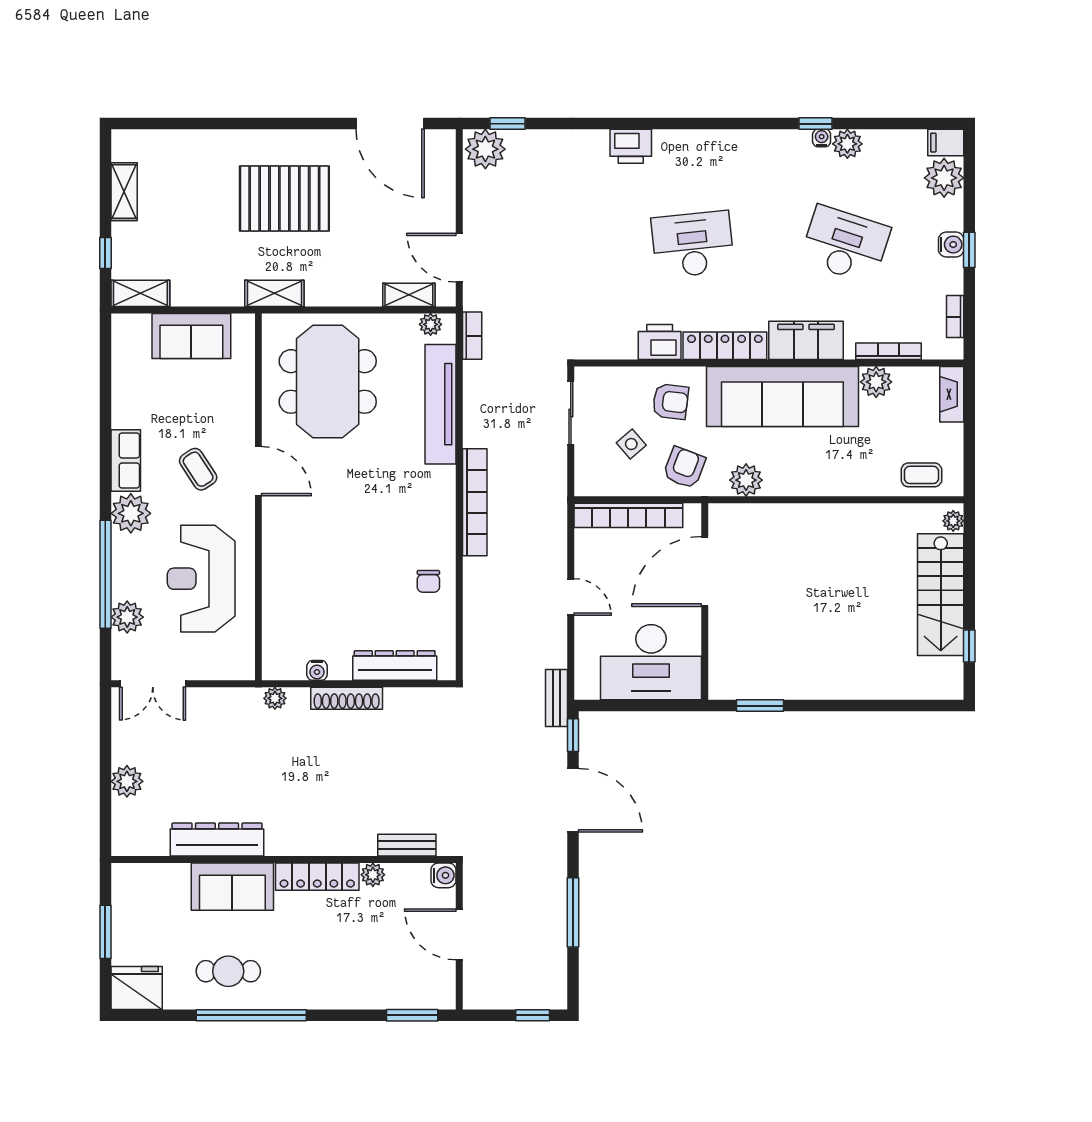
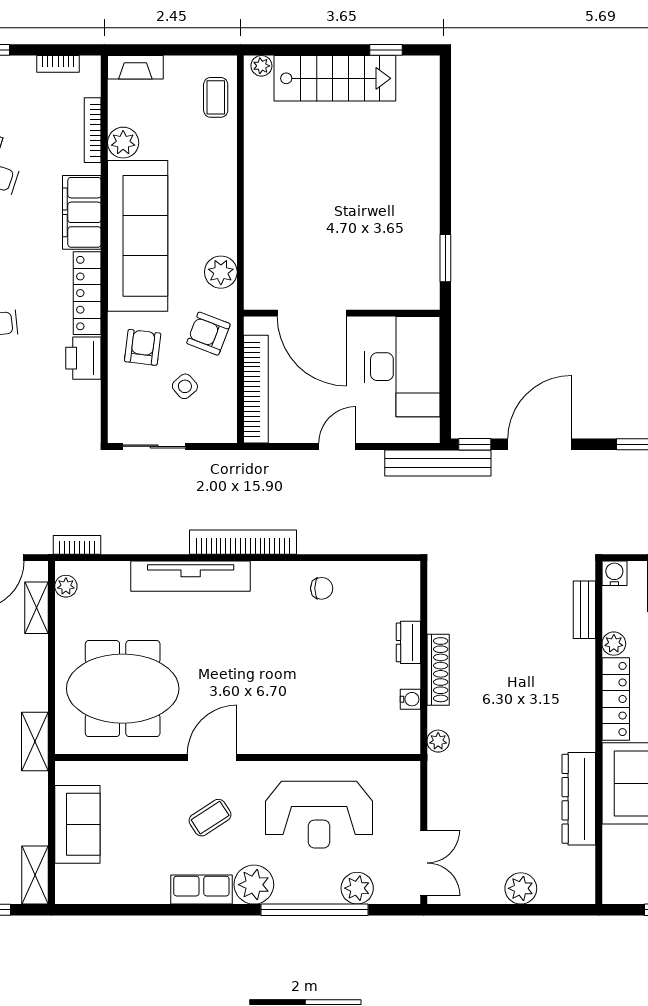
tv unit: (441, 404) -> (191, 576), moved
dresser: (395, 666) -> (408, 642), width x0.51, depth x0.80
bench: (557, 698) -> (438, 463), width x1.86, depth x1.21

